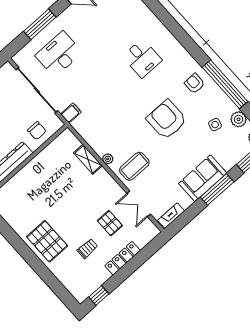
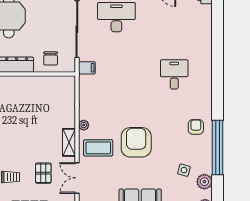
desk: (142, 58) -> (174, 74), turned 180
armchair: (167, 120) -> (136, 142), moved
shelving: (88, 159) -> (69, 142), moved

